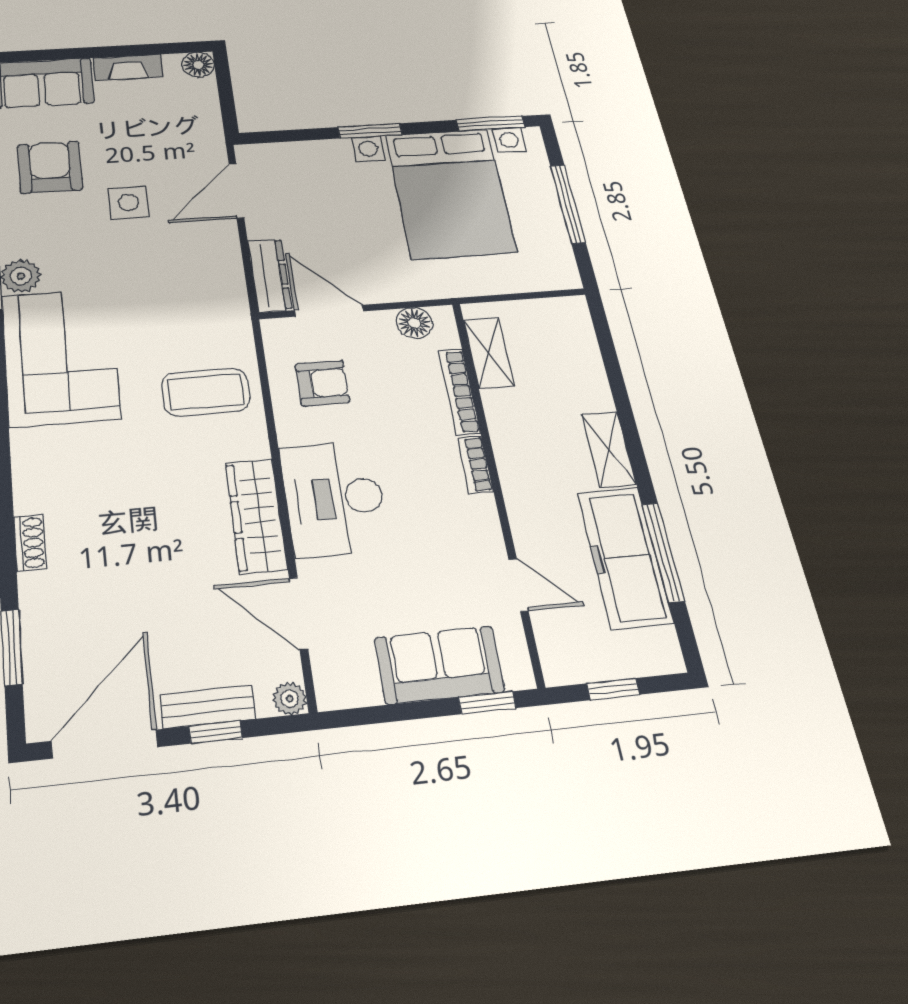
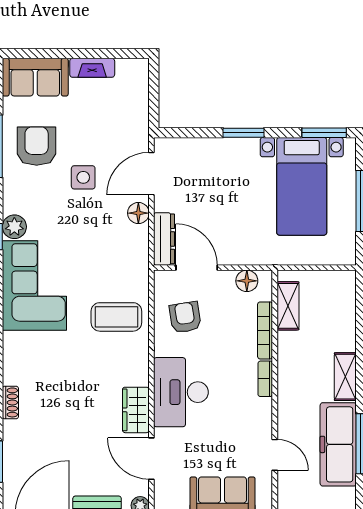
floor lamp: (198, 65) -> (138, 213), moved
bed with nightstands: (450, 193) -> (302, 186), width x0.73
armchair: (322, 383) -> (185, 317), turned -99
wardrobe: (256, 516) -> (136, 410), width x0.67

